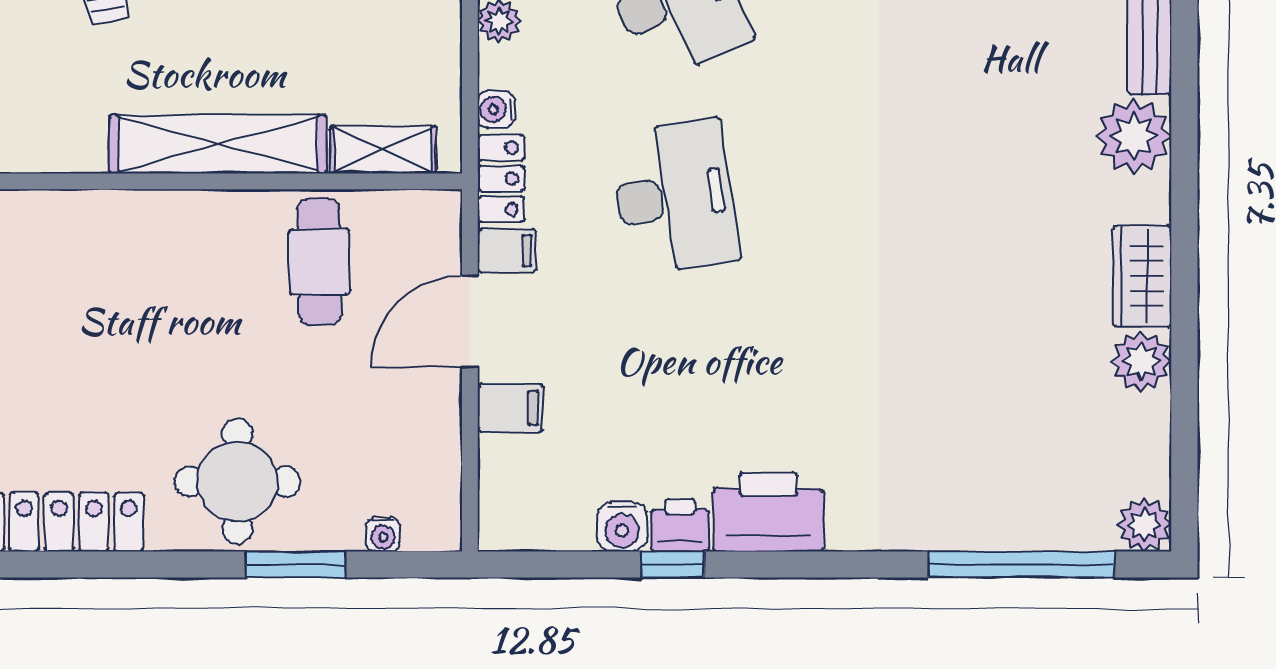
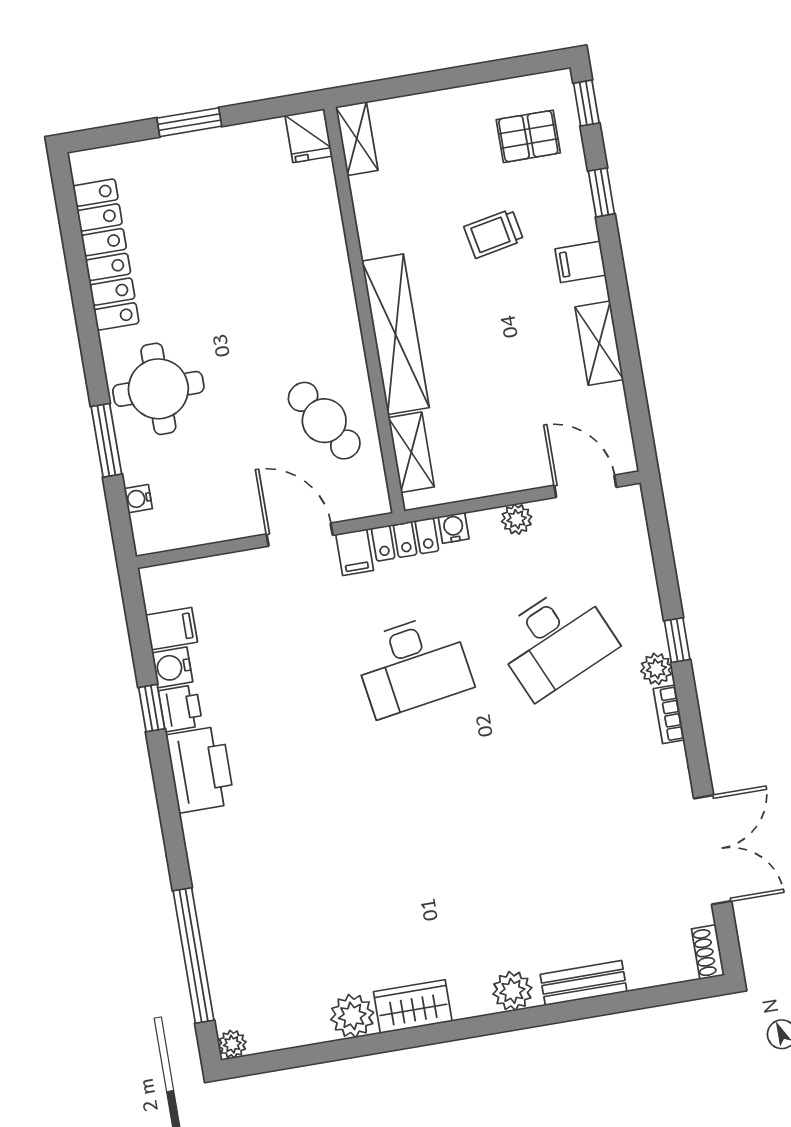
plant: (1134, 136) -> (512, 991), width x0.73, depth x0.73
cafe table: (320, 262) -> (324, 421), turned 59
filing cabinet: (510, 408) -> (171, 629), moved, turned -90
plant: (1145, 525) -> (232, 1044), width x0.73, depth x0.73

